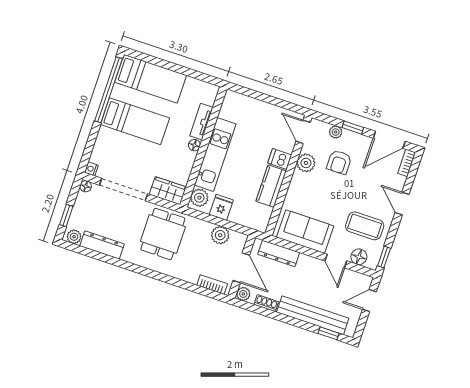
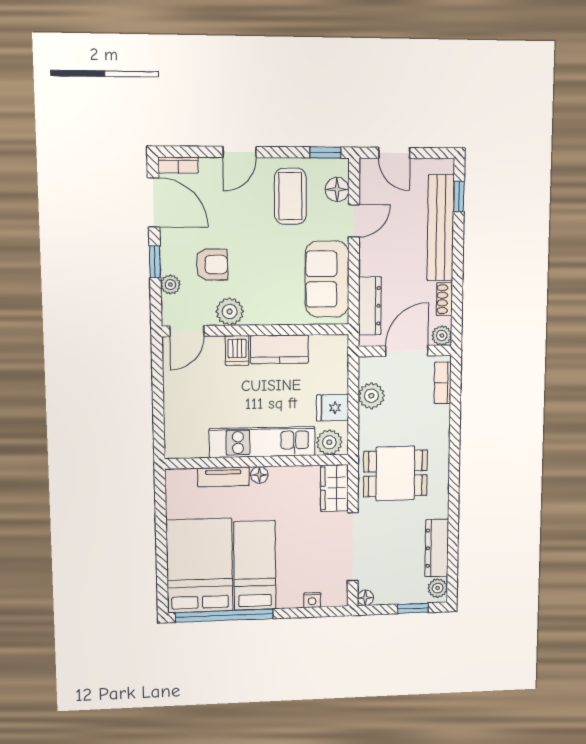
bed: (151, 79) -> (200, 566), width x1.50
nightstand: (91, 169) -> (312, 600), moved

